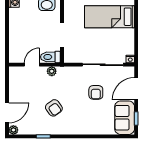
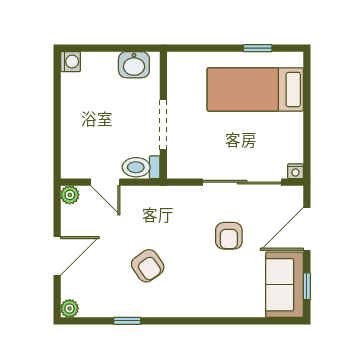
door: (32, 65) -> (105, 182), swing flipped
plant: (52, 71) -> (70, 195), moved
door: (7, 113) -> (57, 256), moved

